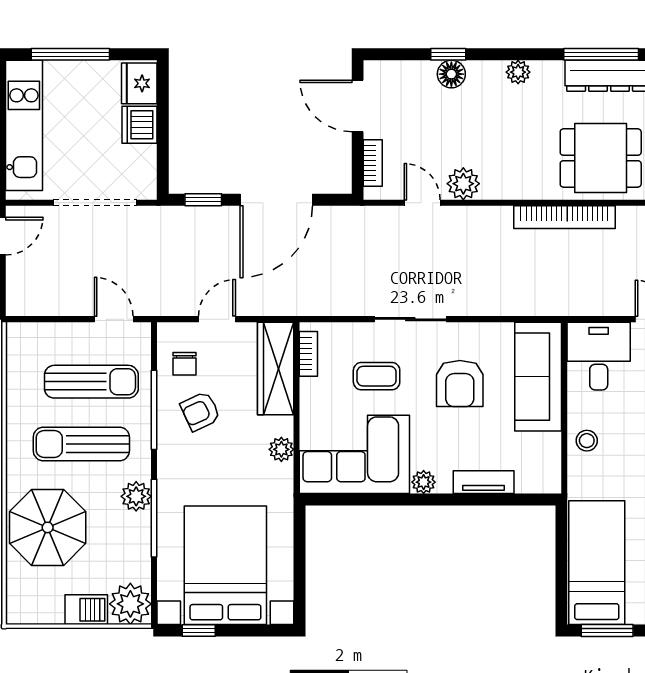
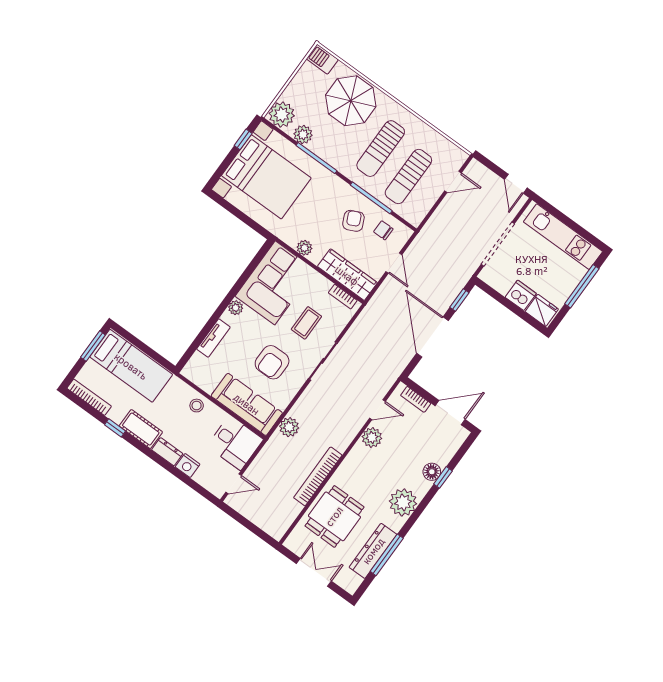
plant: (518, 72) -> (403, 502), width x1.88, depth x1.88
plant: (528, 301) -> (289, 427), added
door: (114, 319) -> (453, 182), moved
armchair: (460, 384) -> (272, 362), turned -90
sun lounger: (81, 444) -> (381, 149), turned 180
plant: (136, 496) -> (303, 135), moved
barbecue: (86, 610) -> (322, 59), moved, turned 90

